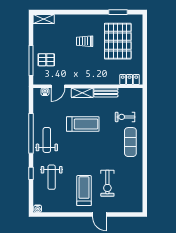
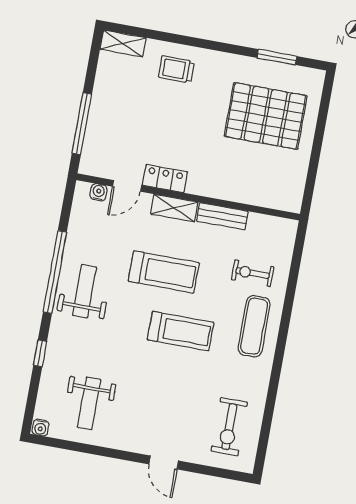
trolley: (85, 41) -> (176, 69), moved
pallet: (118, 41) -> (266, 116), turned 90
pallet: (46, 60) -> (113, 128), removed
locker: (129, 79) -> (165, 178), moved
weight bench: (52, 177) -> (89, 403), moved
exercise bike: (107, 183) -> (229, 427), moved
treadmill: (84, 191) -> (181, 331), moved, turned 90

